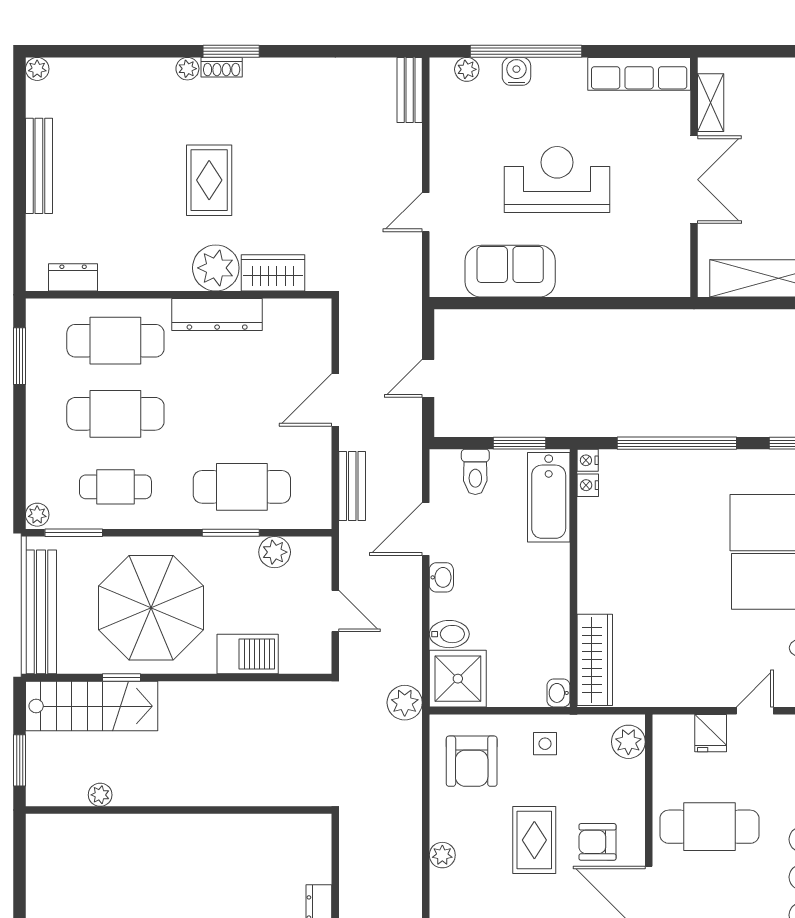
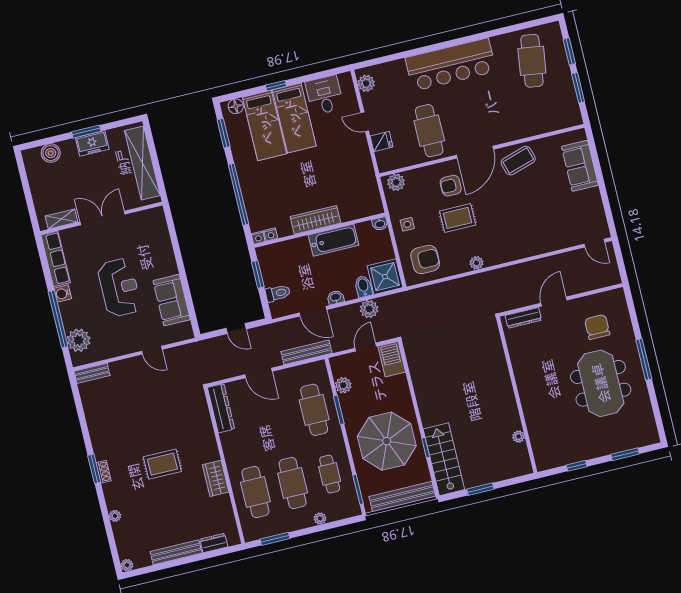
plant: (187, 69) -> (115, 516), moved
plant: (467, 69) -> (79, 340), width x1.88, depth x1.88
water cooler: (516, 71) -> (63, 294), moved
reception desk: (557, 180) -> (119, 288), turned 180
plant: (216, 268) -> (206, 450), removed
wardrobe: (273, 273) -> (216, 478), moved
dresser: (73, 277) -> (214, 543), moved, turned 90
dresser: (217, 314) -> (221, 408), moved
bench: (352, 486) -> (307, 352), width x1.36
bathtub: (549, 497) -> (334, 240), moved
plant: (37, 515) -> (320, 518), moved
barbecue: (248, 654) -> (392, 359), moved
wardrobe: (595, 660) -> (315, 220), moved
plant: (405, 703) -> (369, 309), moved
plant: (100, 795) -> (518, 437), moved
wall: (179, 810) -> (517, 395), moved
armchair: (597, 842) -> (451, 186), turned 90

